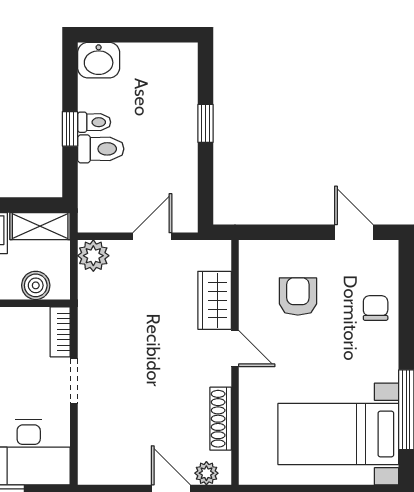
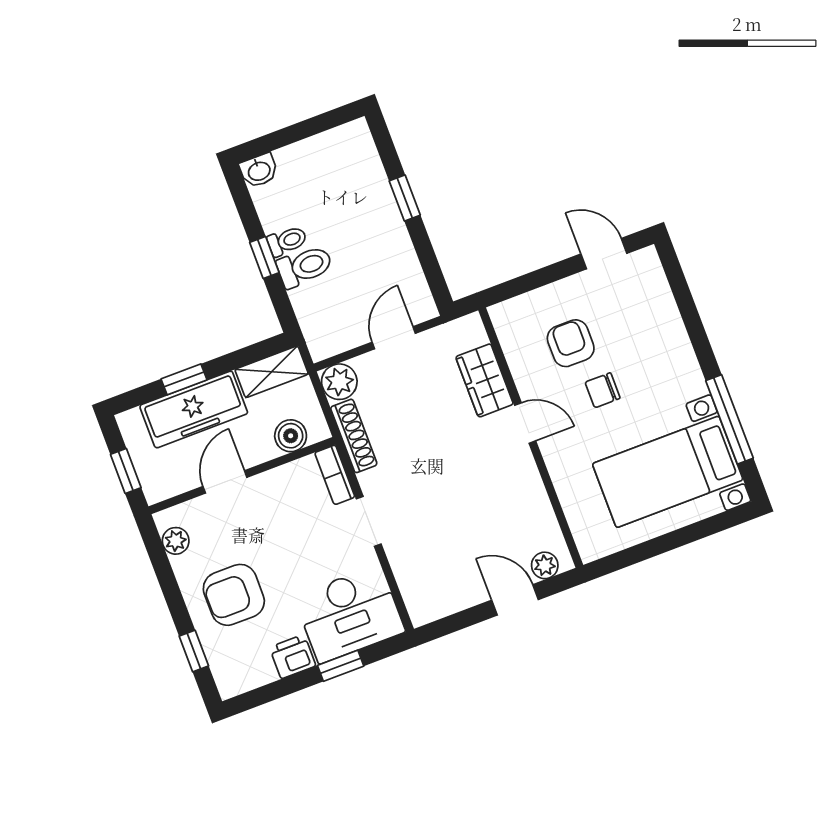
washbasin: (99, 60) -> (259, 171), width x0.72, depth x0.69
chair: (376, 308) -> (603, 390), moved, turned -90
shoe rack: (221, 419) -> (354, 436), moved, turned 180

